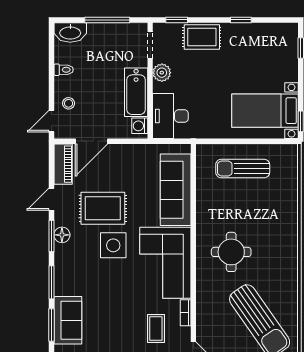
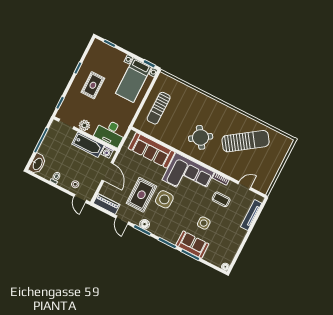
rug: (202, 37) -> (93, 85), moved
door: (91, 141) -> (107, 172), moved
round table: (231, 252) -> (201, 137), turned -34
side table: (108, 321) -> (204, 223), added

